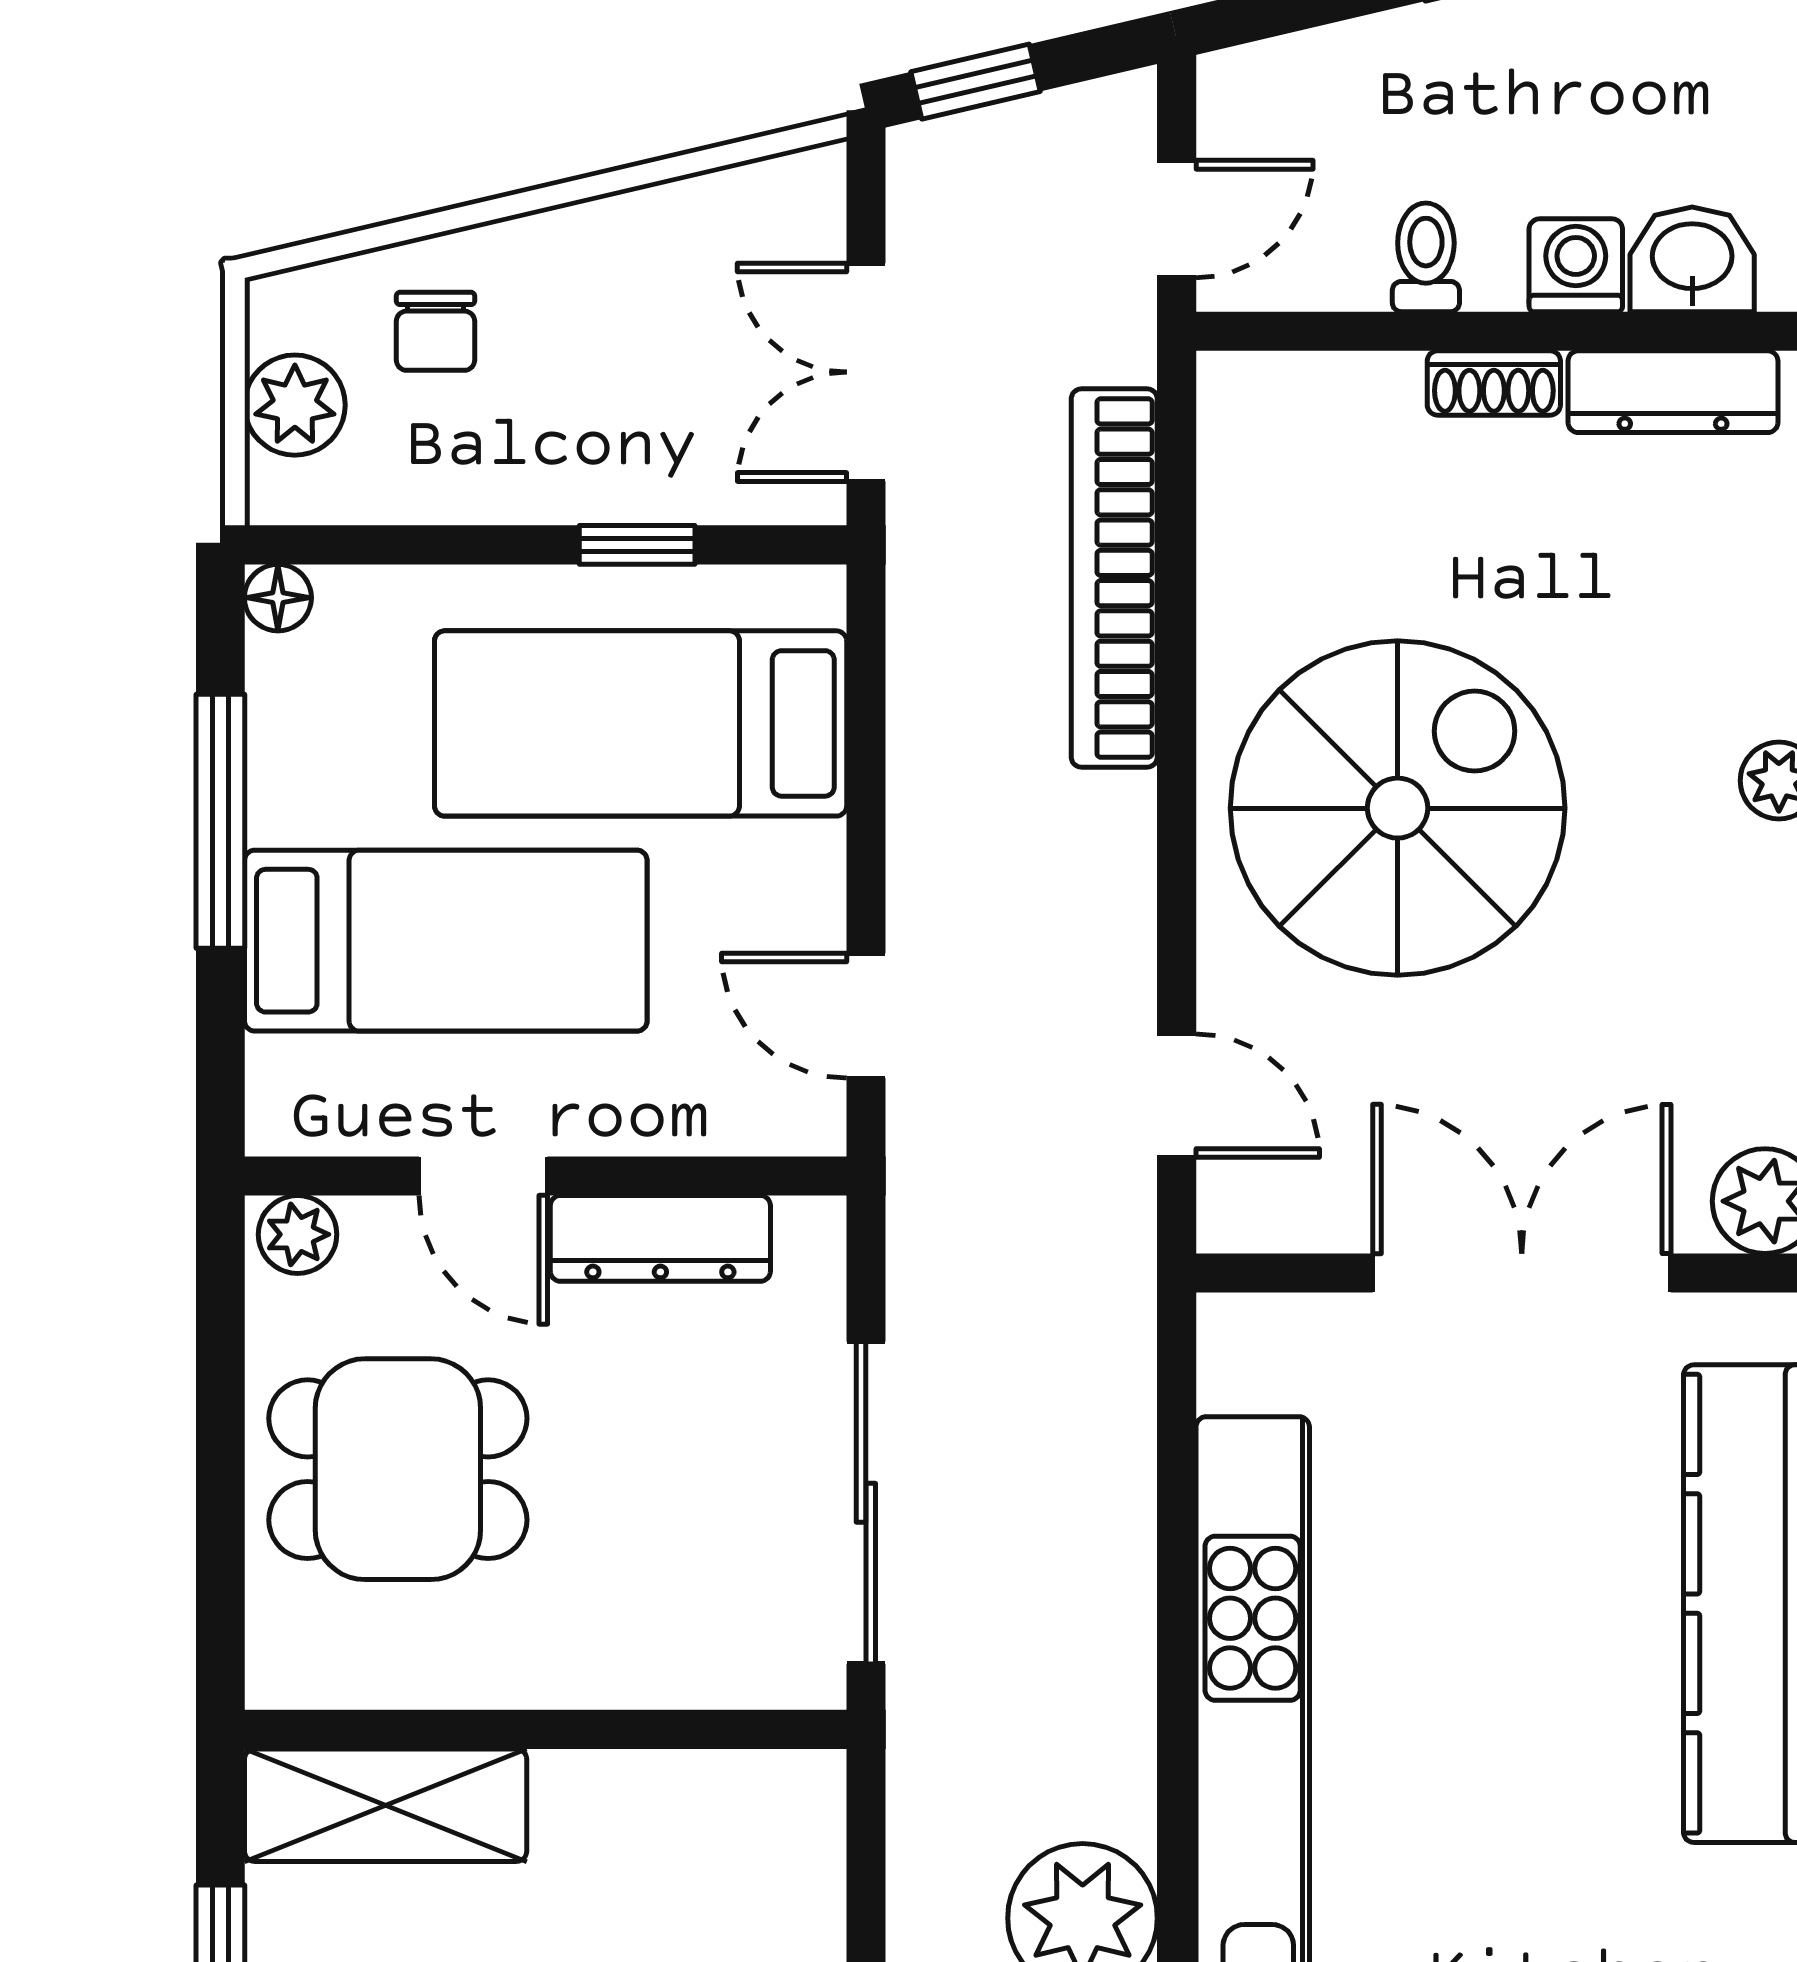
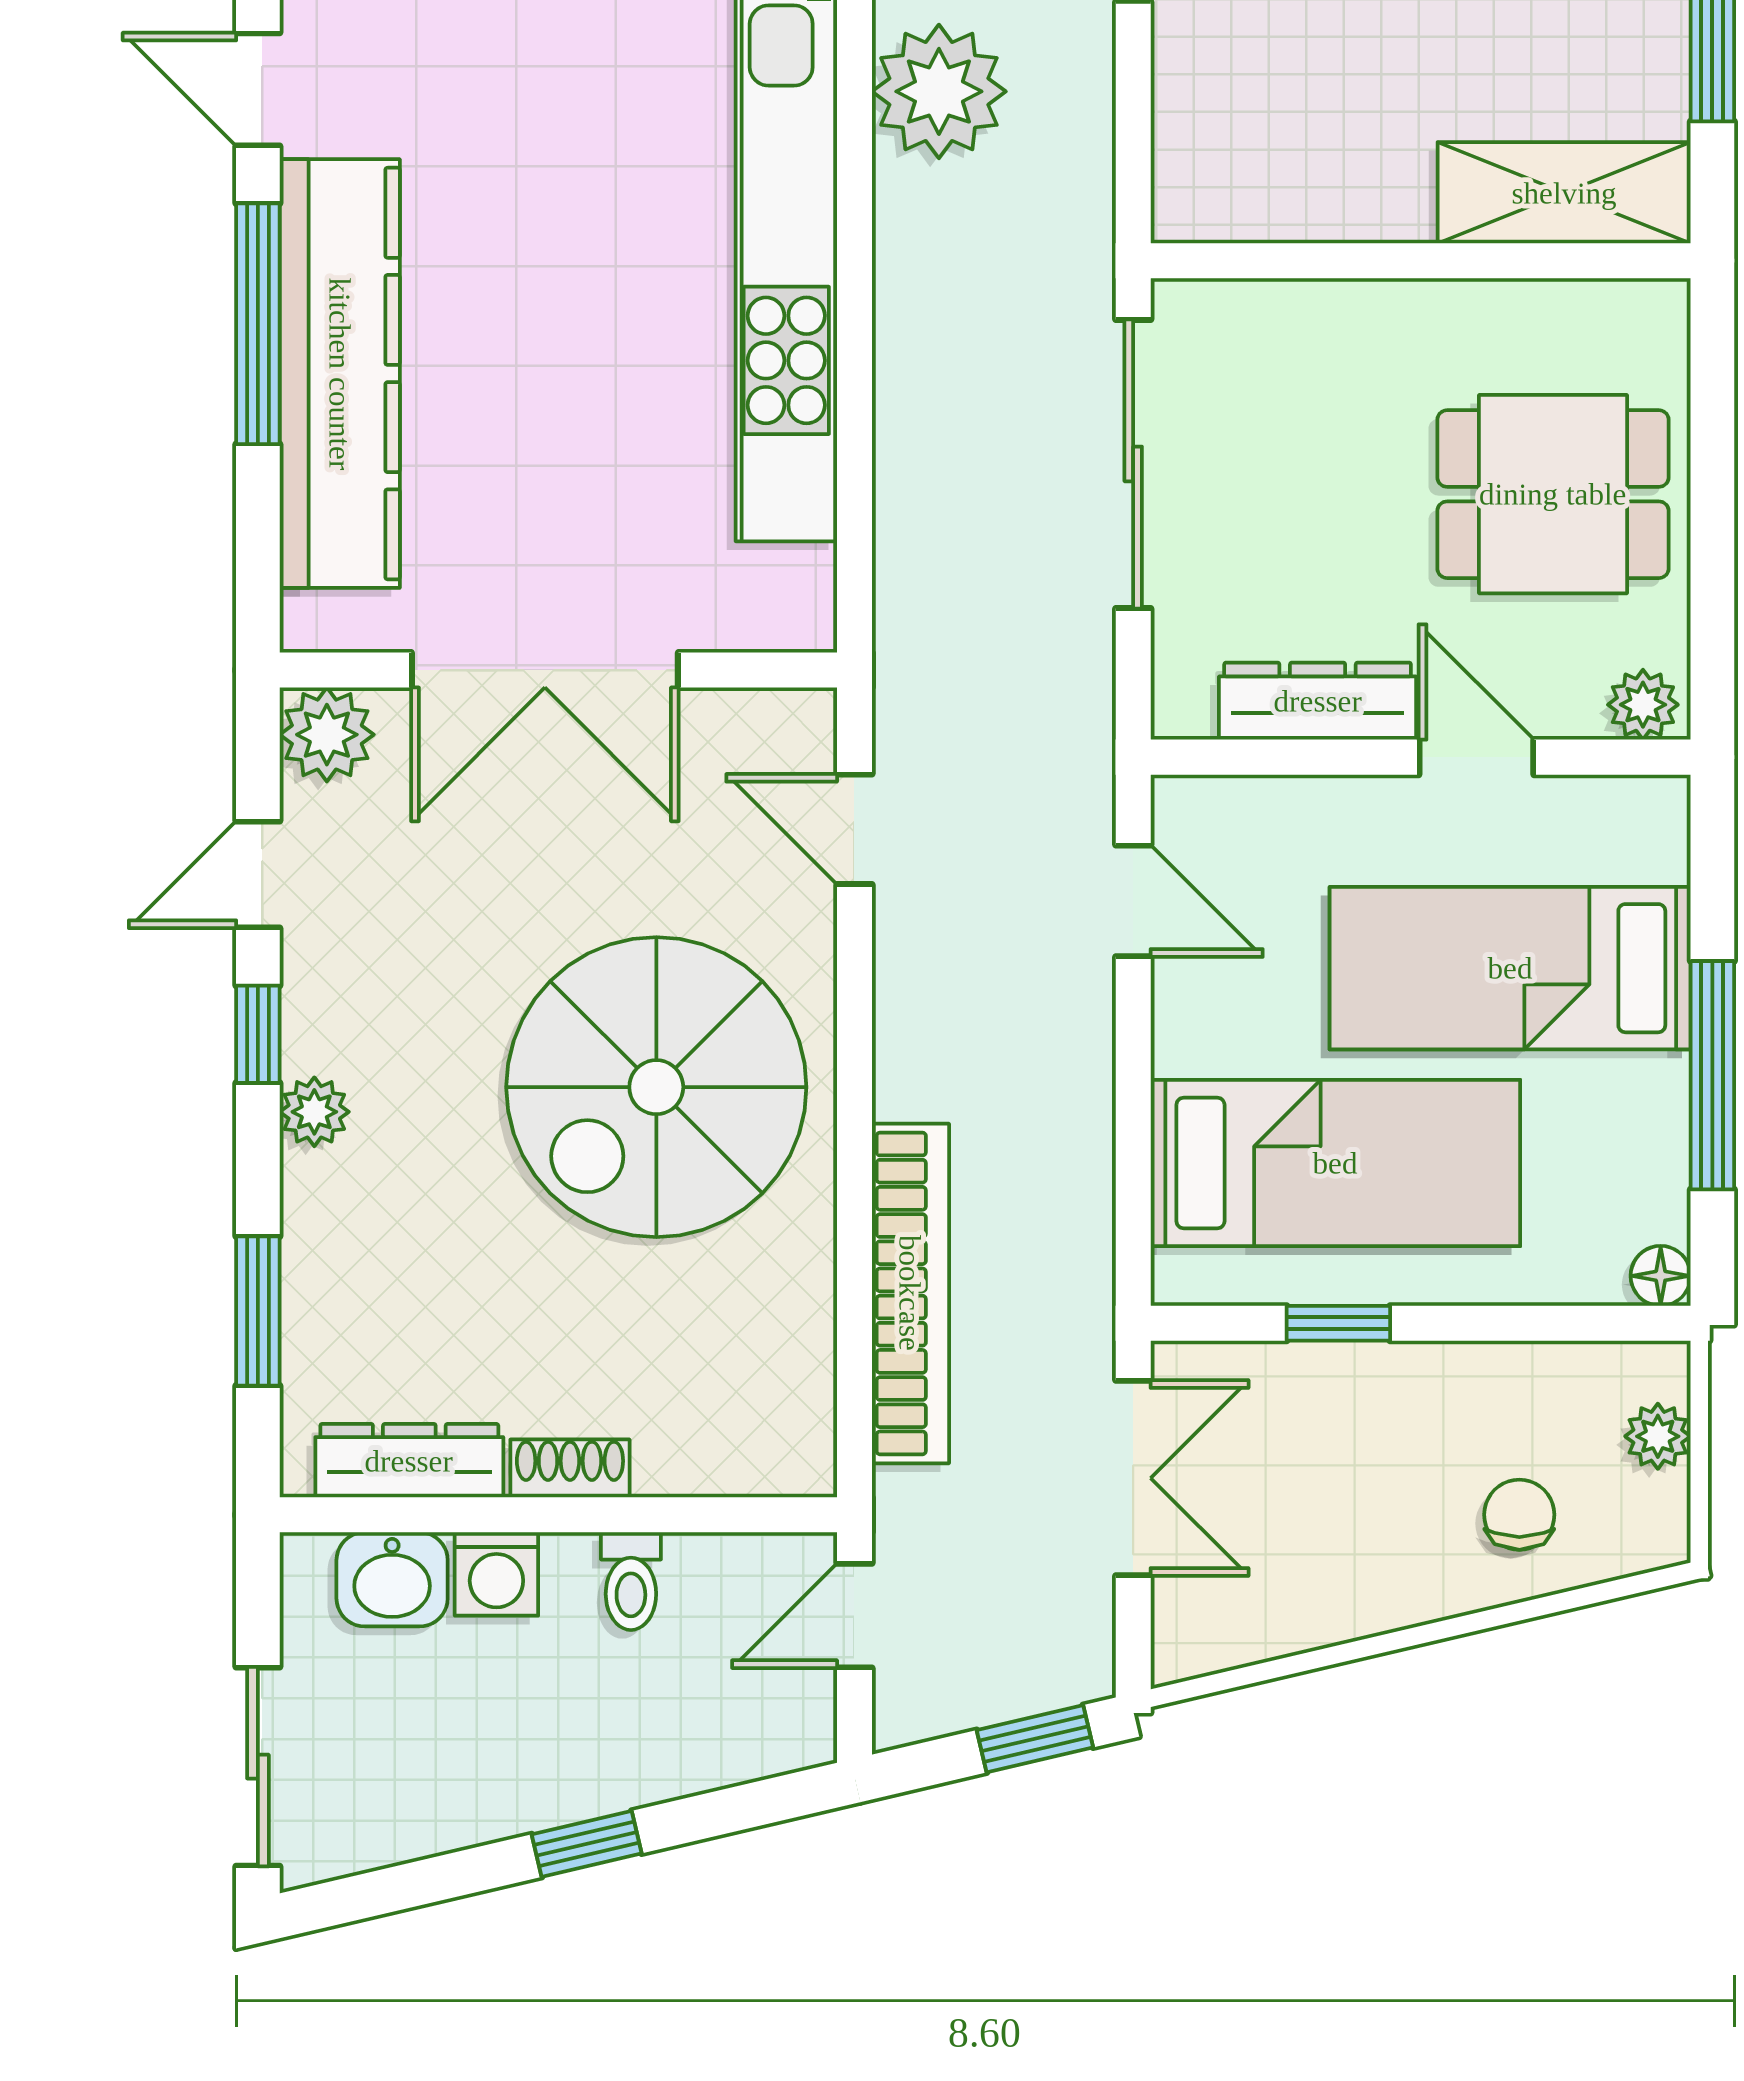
plant: (295, 405) -> (1658, 1436), width x0.73, depth x0.73

